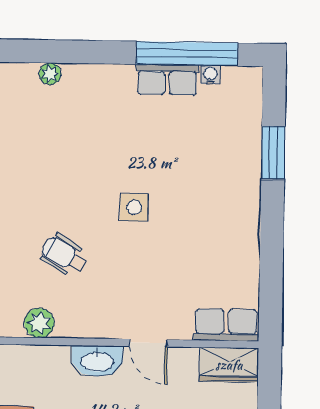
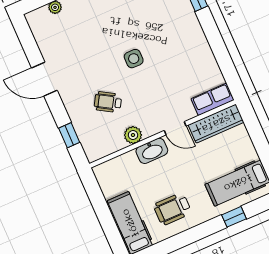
plant: (39, 323) -> (133, 135), moved
wardrobe: (229, 365) -> (216, 124), width x1.50

